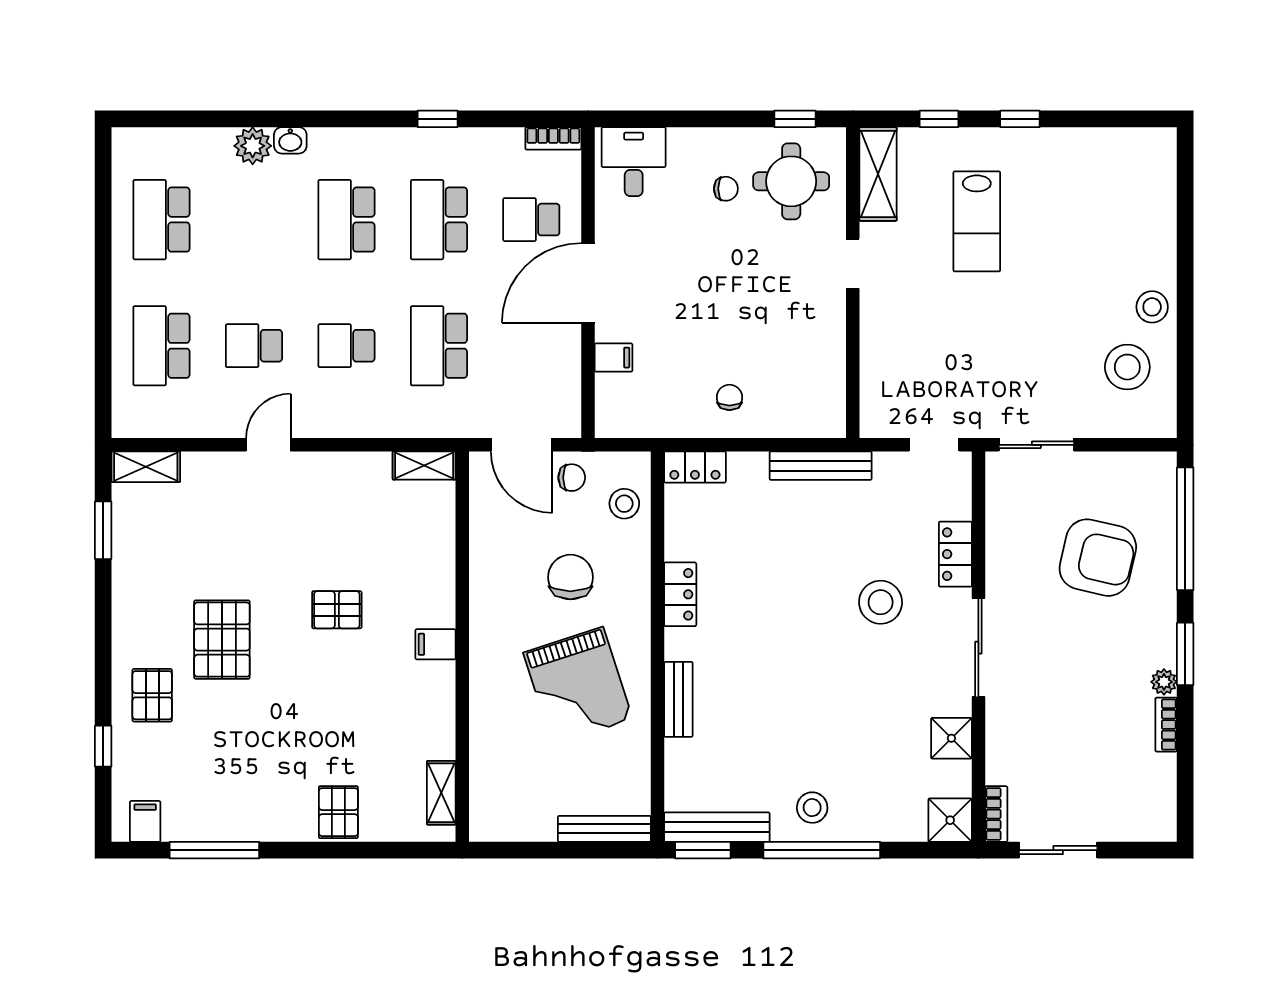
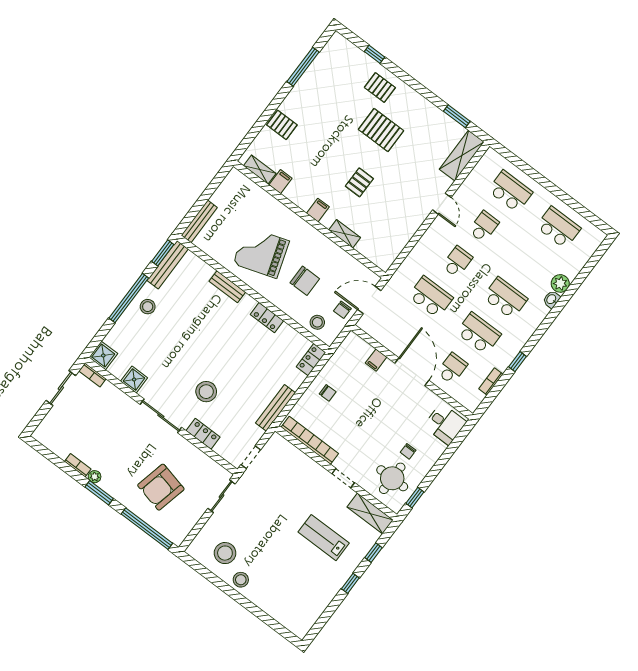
bookcase: (553, 138) -> (491, 381), moved
bookcase: (831, 367) -> (310, 440), added
shelving: (424, 466) -> (345, 234), moved, turned 90
shelving: (146, 467) -> (462, 156), width x1.50, depth x1.33
filing cabinet: (145, 821) -> (280, 182), moved, turned -90

